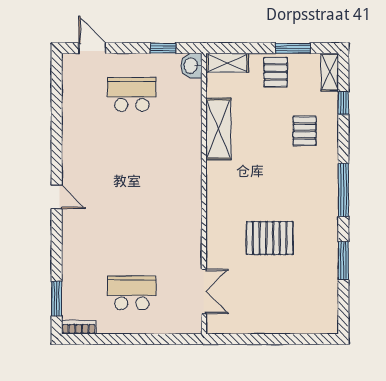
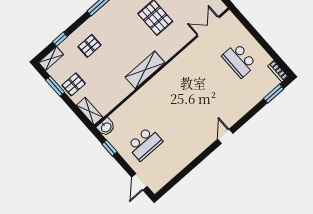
school desk: (132, 94) -> (145, 144), turned -90
shelving: (218, 129) -> (145, 70), moved

